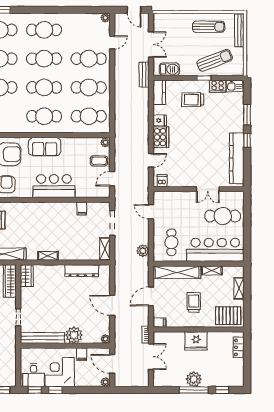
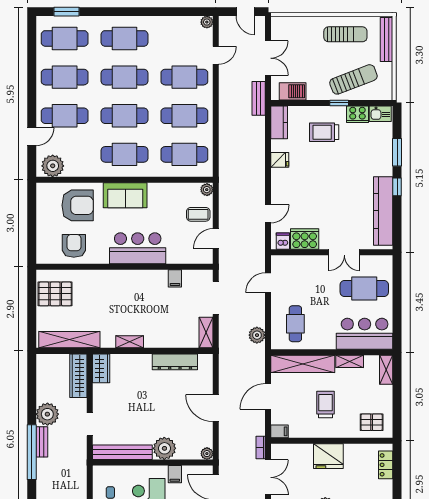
cooker: (161, 137) -> (305, 239), moved, turned -90
door: (151, 212) -> (268, 283), hinge flipped
bar counter: (215, 250) -> (365, 334), width x0.73
shelving: (239, 288) -> (386, 370), moved
pallet: (228, 316) -> (372, 422), width x0.67, depth x0.71

